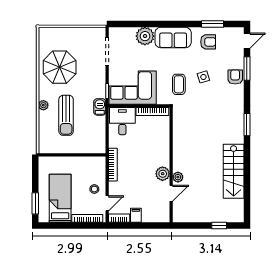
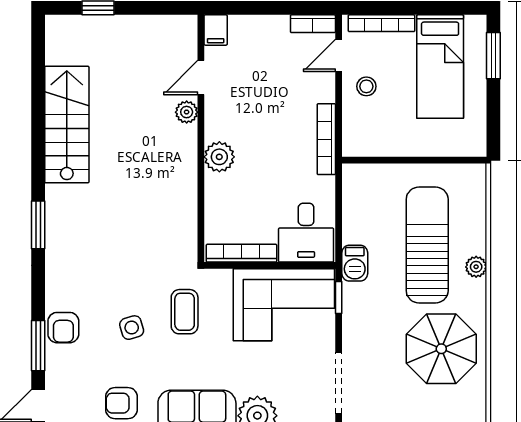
sun lounger: (66, 115) -> (427, 245), width x1.36, depth x1.34
plant: (163, 174) -> (219, 157), moved
filing cabinet: (136, 215) -> (216, 30), moved

